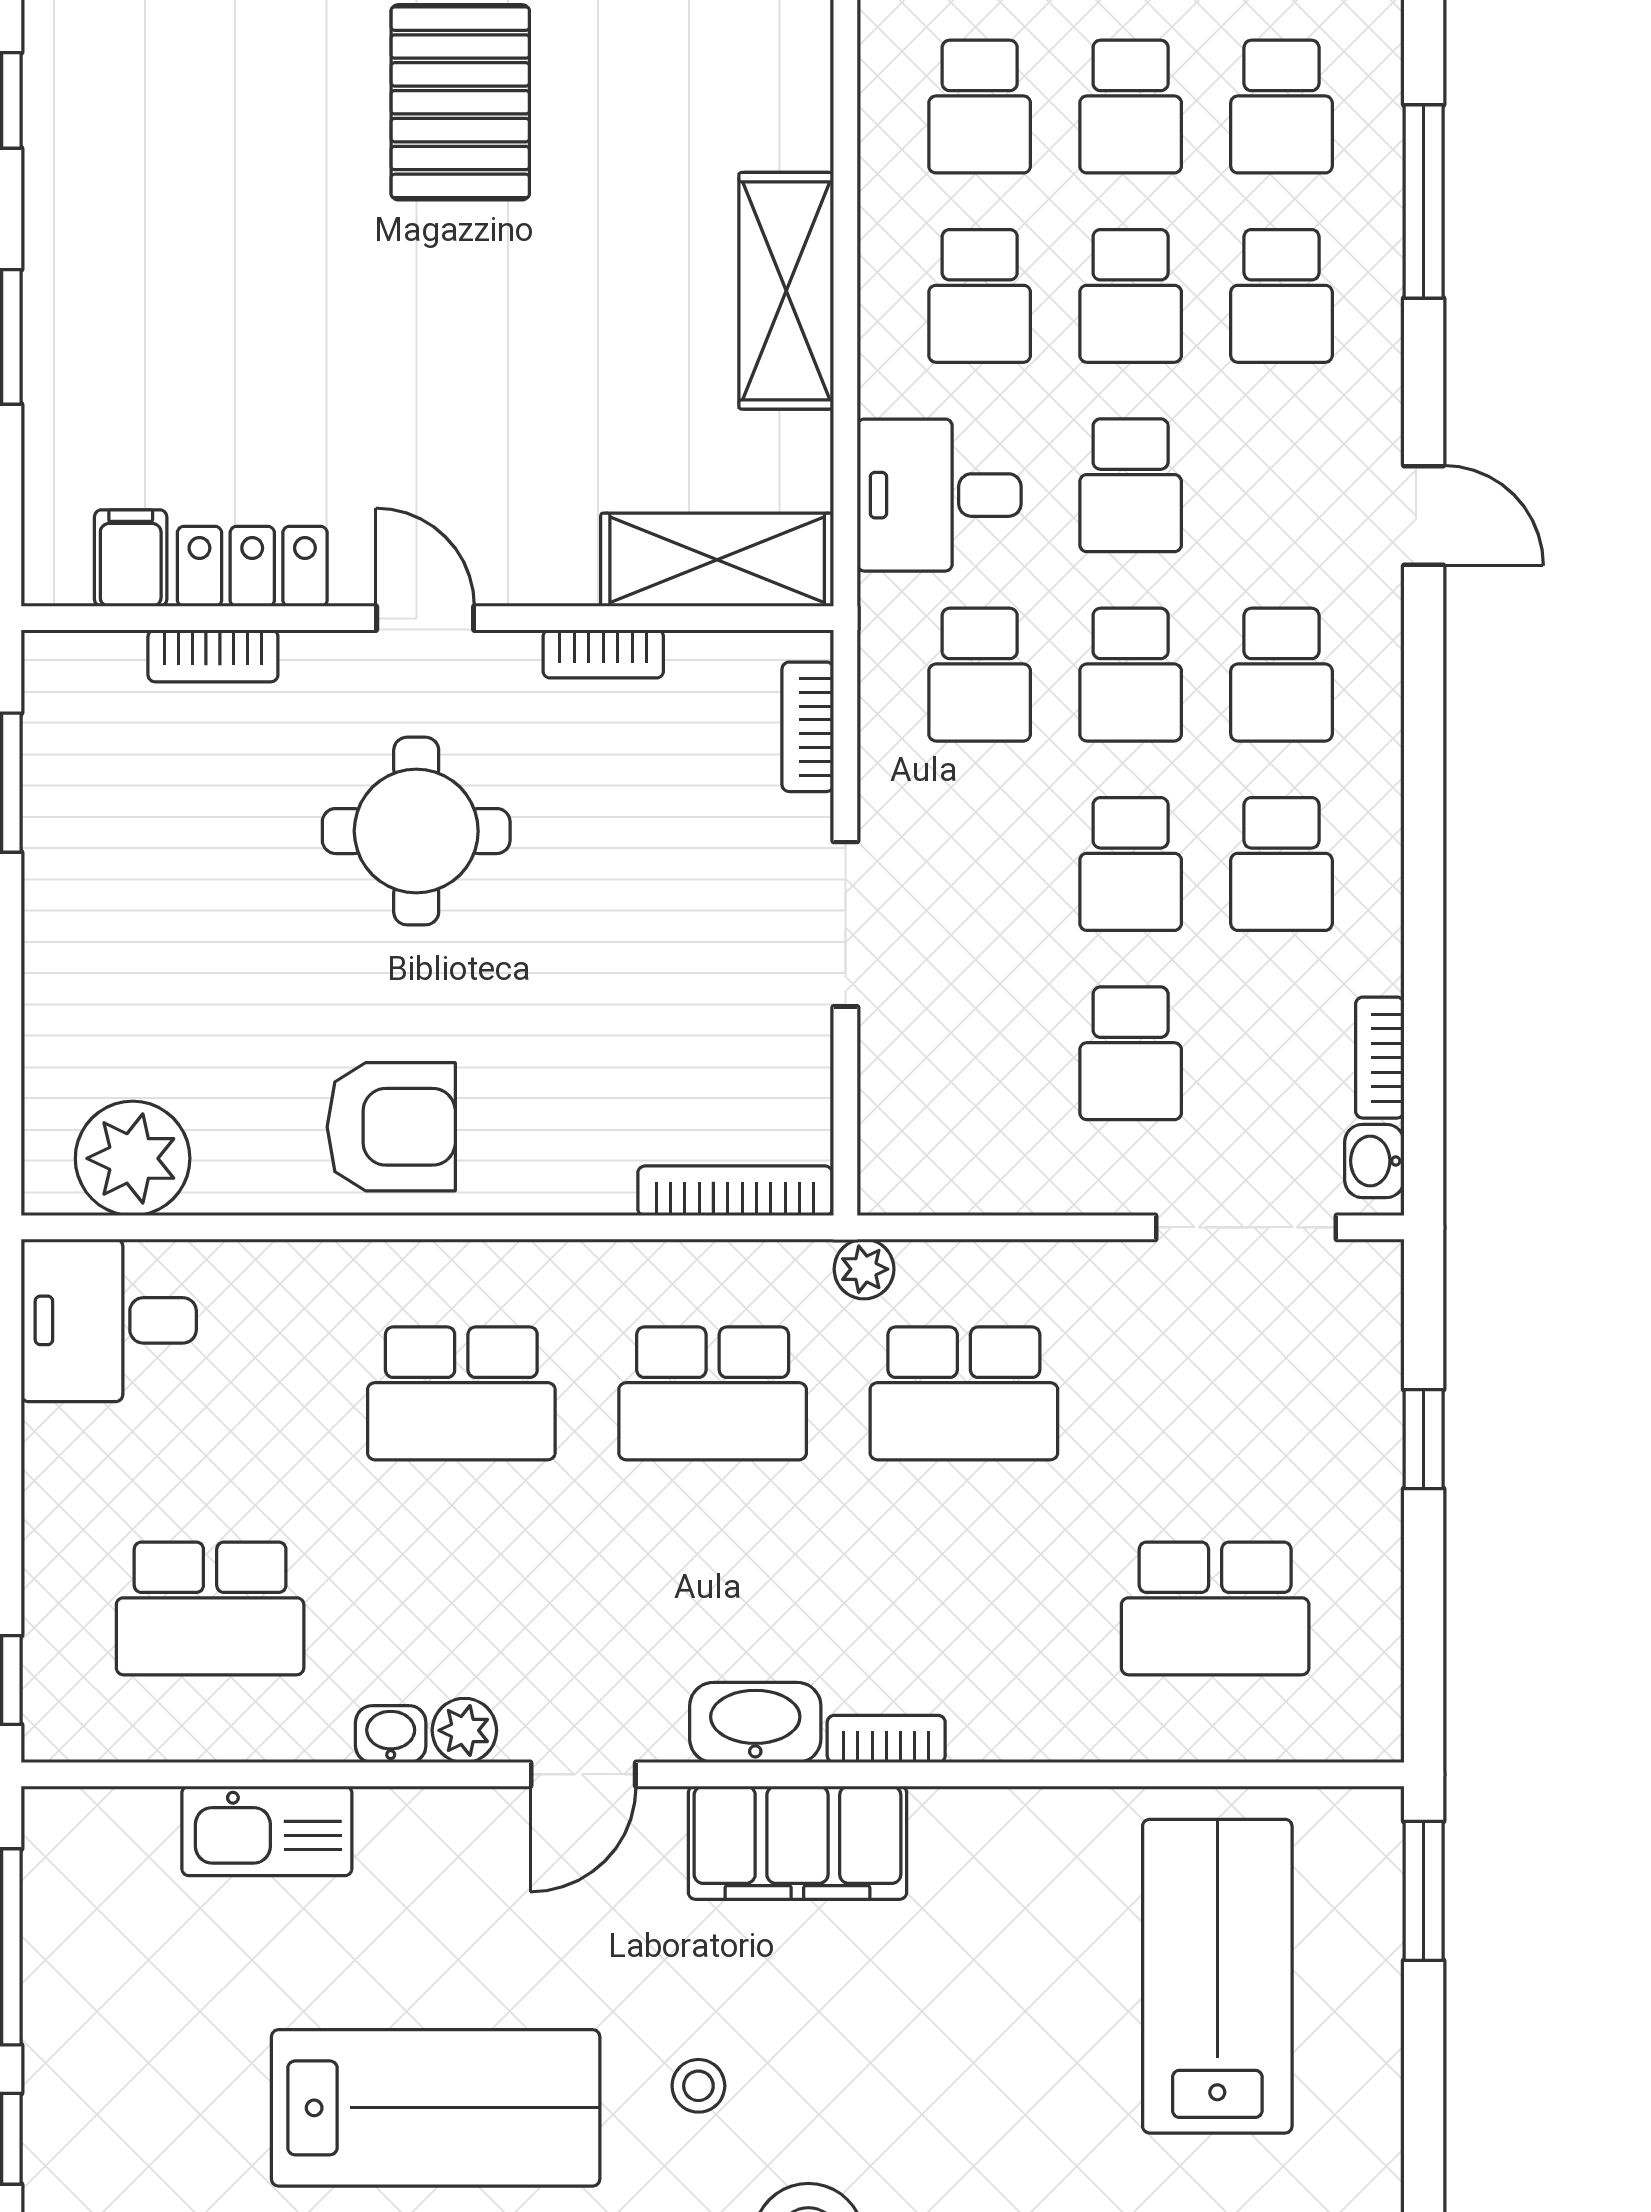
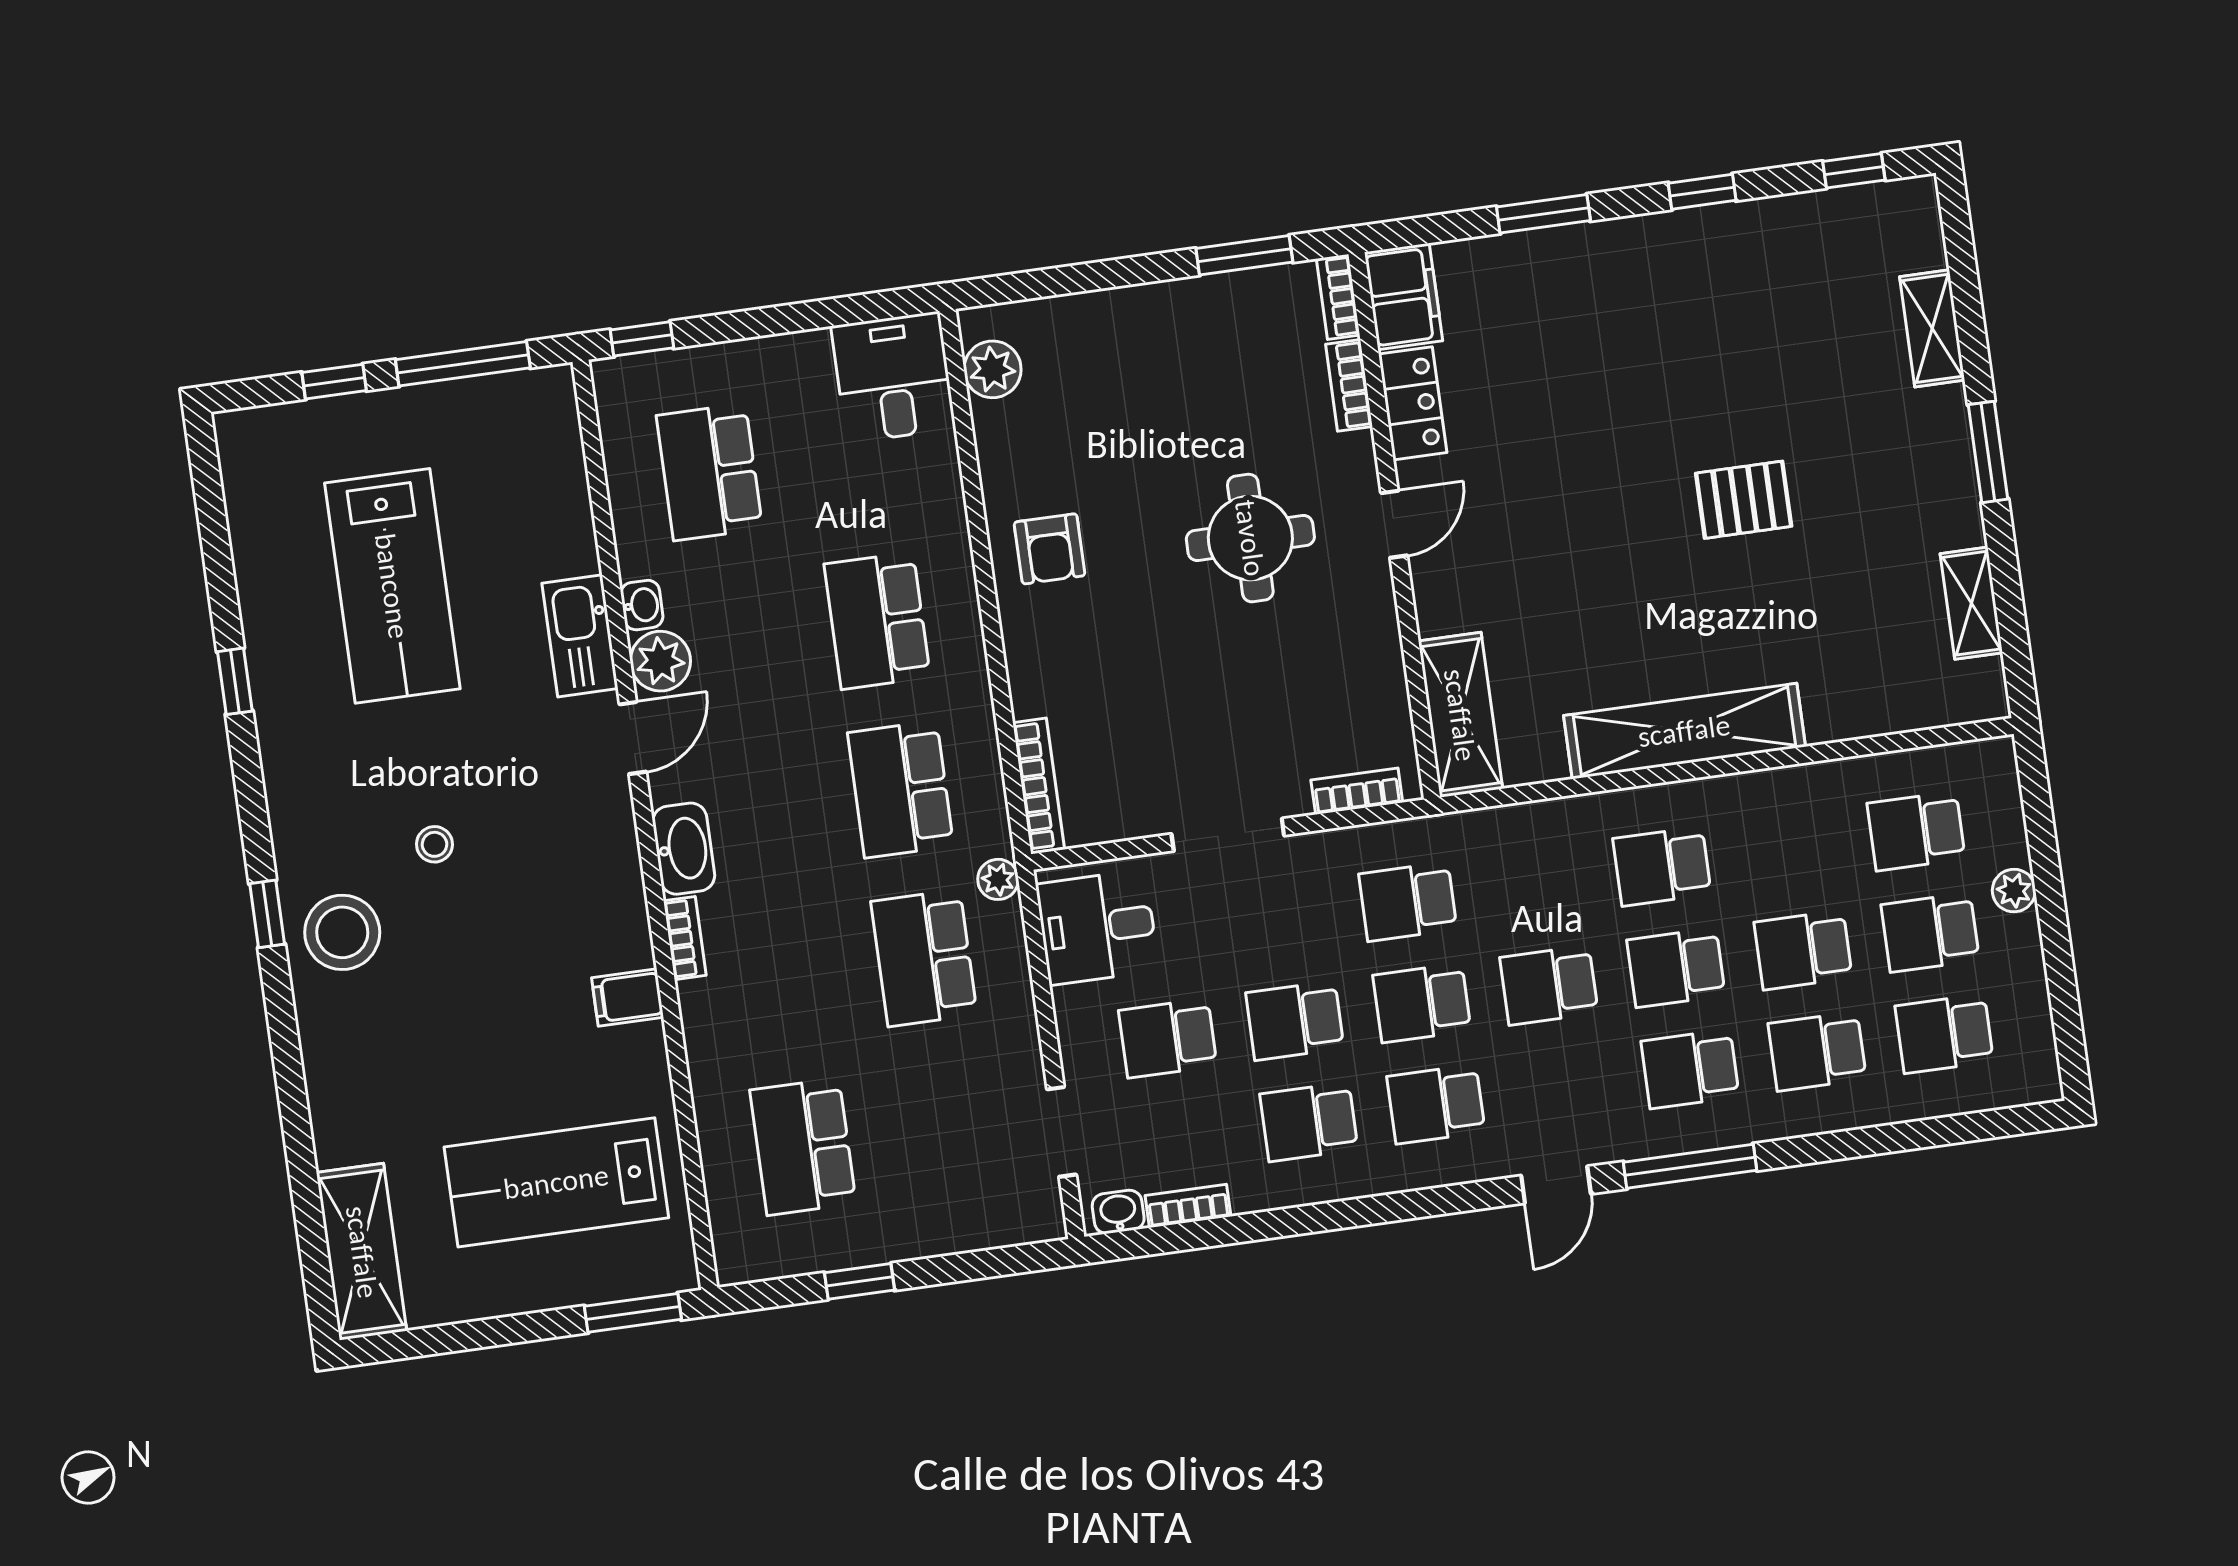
pallet: (460, 102) -> (1744, 500), width x0.67, depth x0.71
school desk: (980, 107) -> (1789, 849), removed
window: (1424, 202) -> (1690, 1166), moved
shelving: (786, 291) -> (1684, 731), width x1.47
desk: (939, 495) -> (1097, 927), moved, turned -90
filing cabinet: (131, 558) -> (1404, 297), width x2.00
bookcase: (603, 654) -> (1338, 297), moved
armchair: (391, 1127) -> (1050, 549), width x0.72, depth x0.72
plant: (133, 1158) -> (993, 369), width x0.73, depth x0.73
doorway: (1246, 1227) -> (1062, 1132), width x0.73
window: (1424, 1439) -> (859, 1281), moved
plant: (464, 1730) -> (660, 661), width x1.38, depth x1.38
door: (583, 1774) -> (633, 738), swing flipped
kitchen sink: (267, 1831) -> (580, 636), moved
filing cabinet: (797, 1843) -> (628, 998), moved, width x0.33, depth x0.86
lab bench: (1217, 1976) -> (556, 1182), turned 180
lab bench: (436, 2108) -> (392, 586), moved

